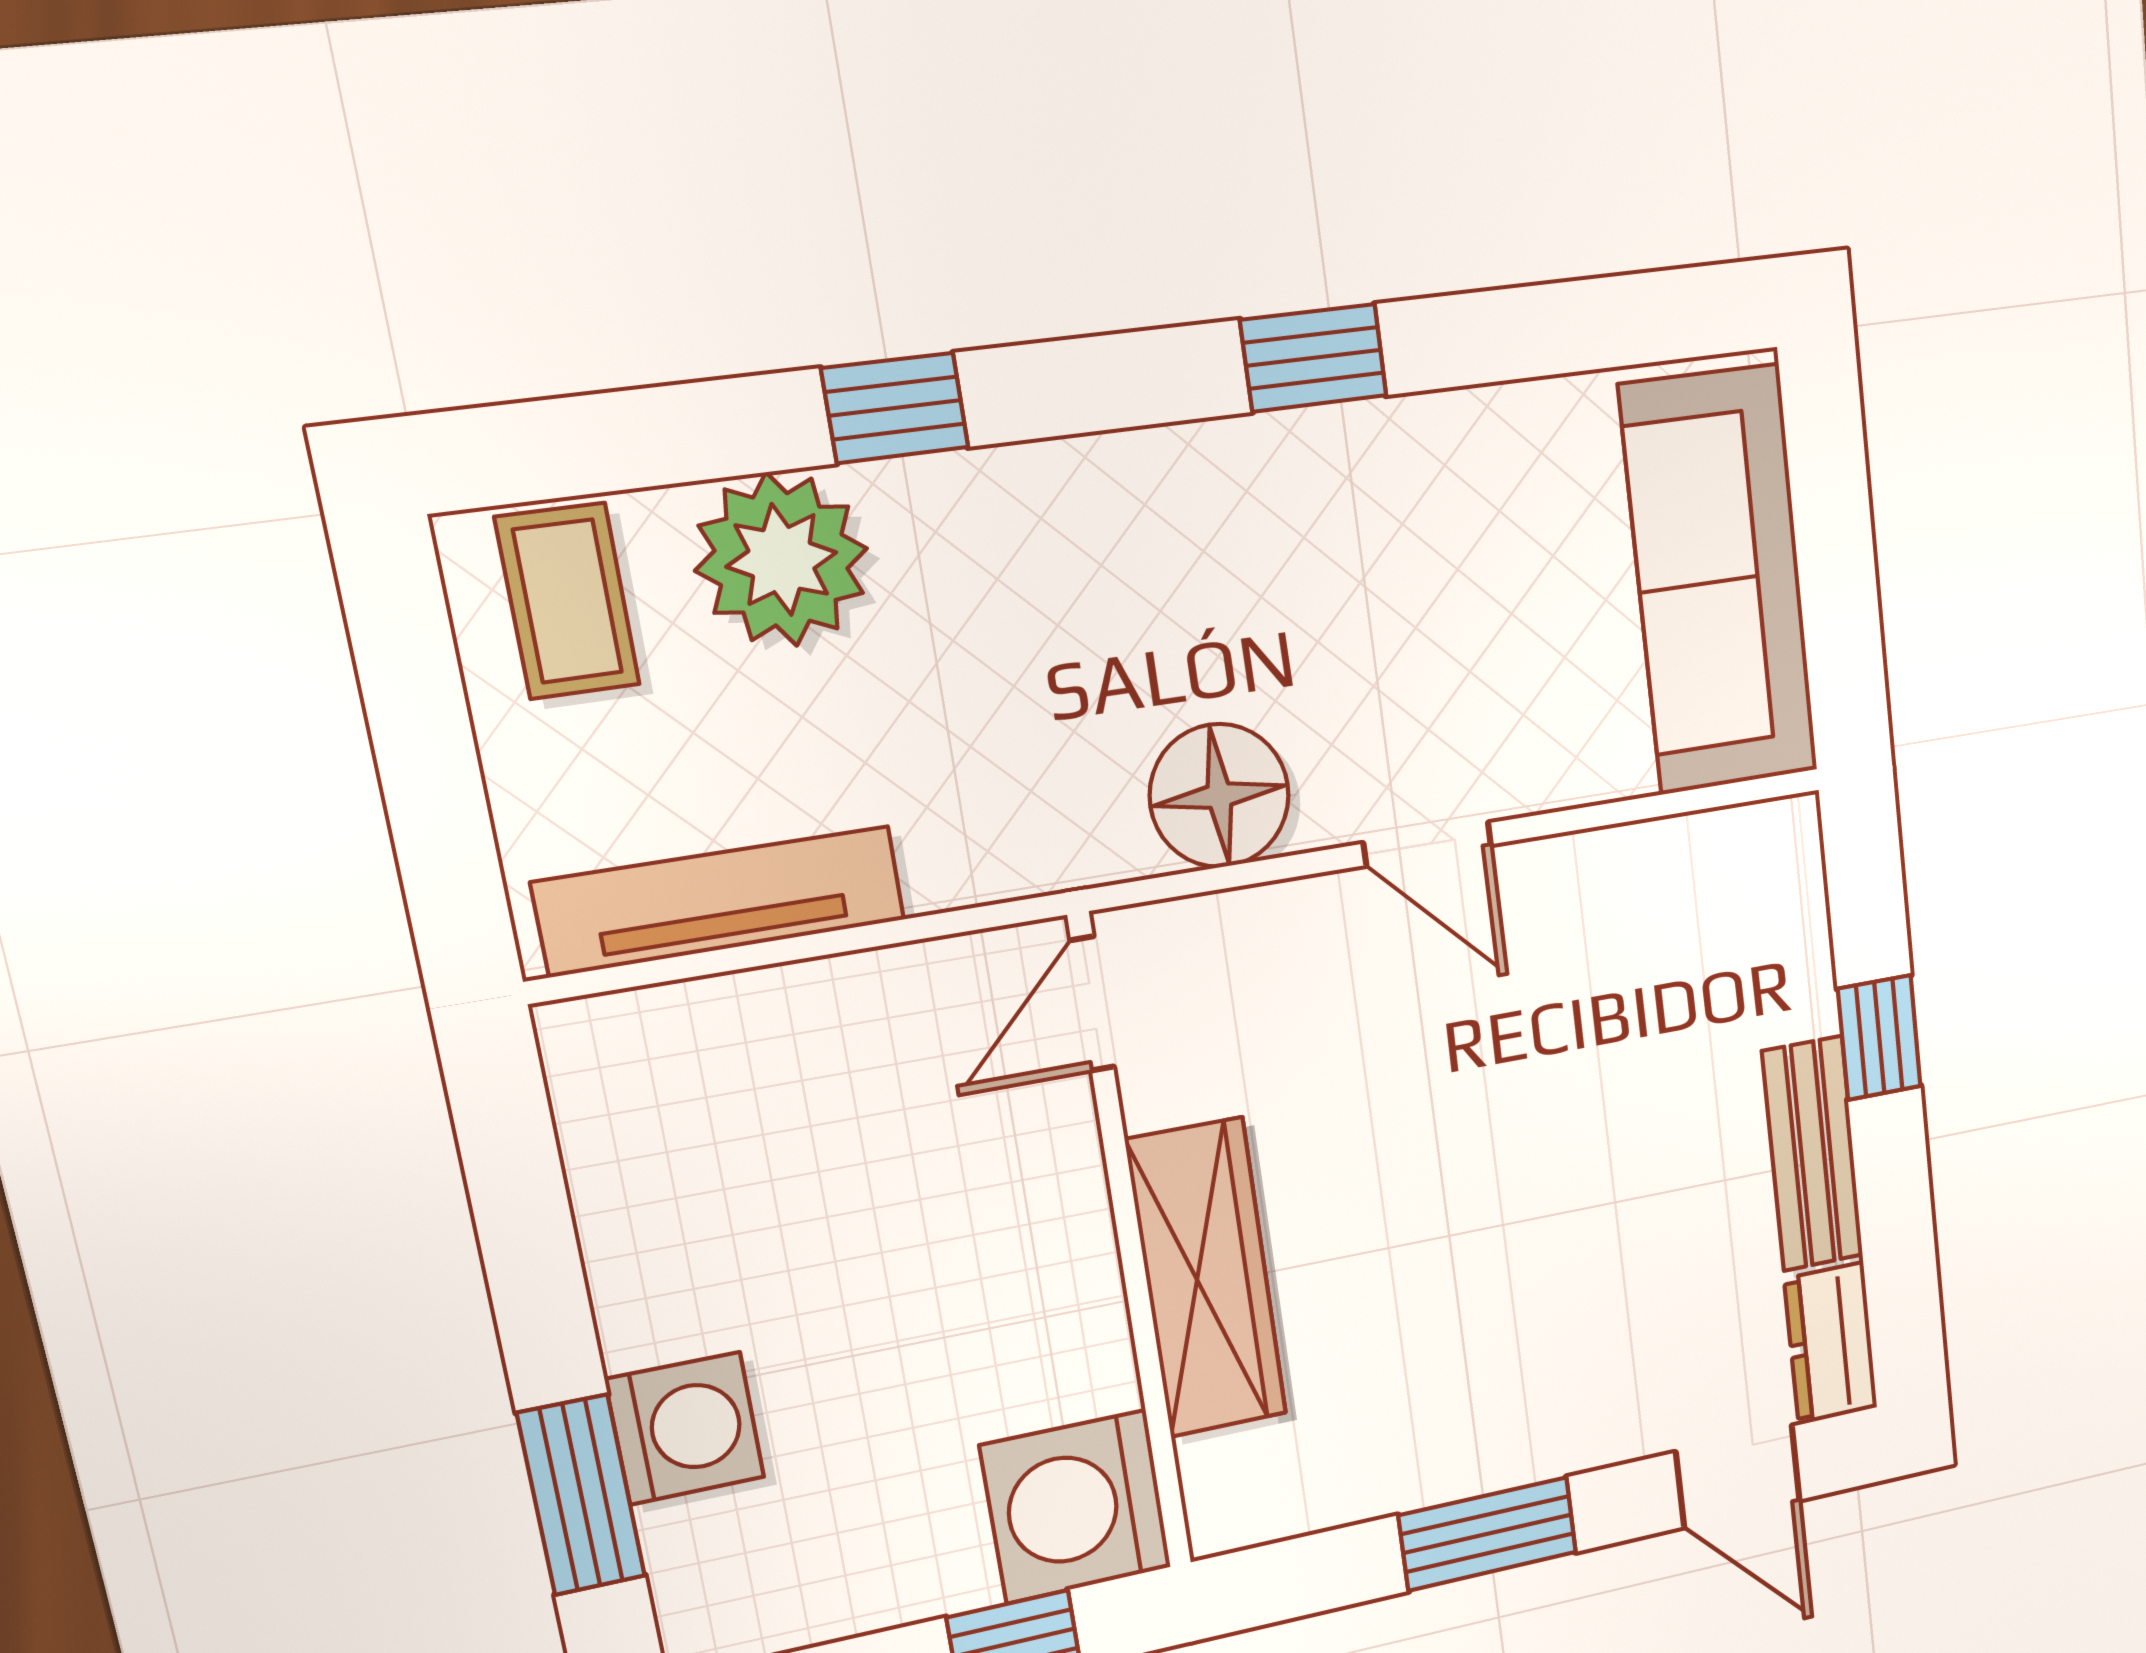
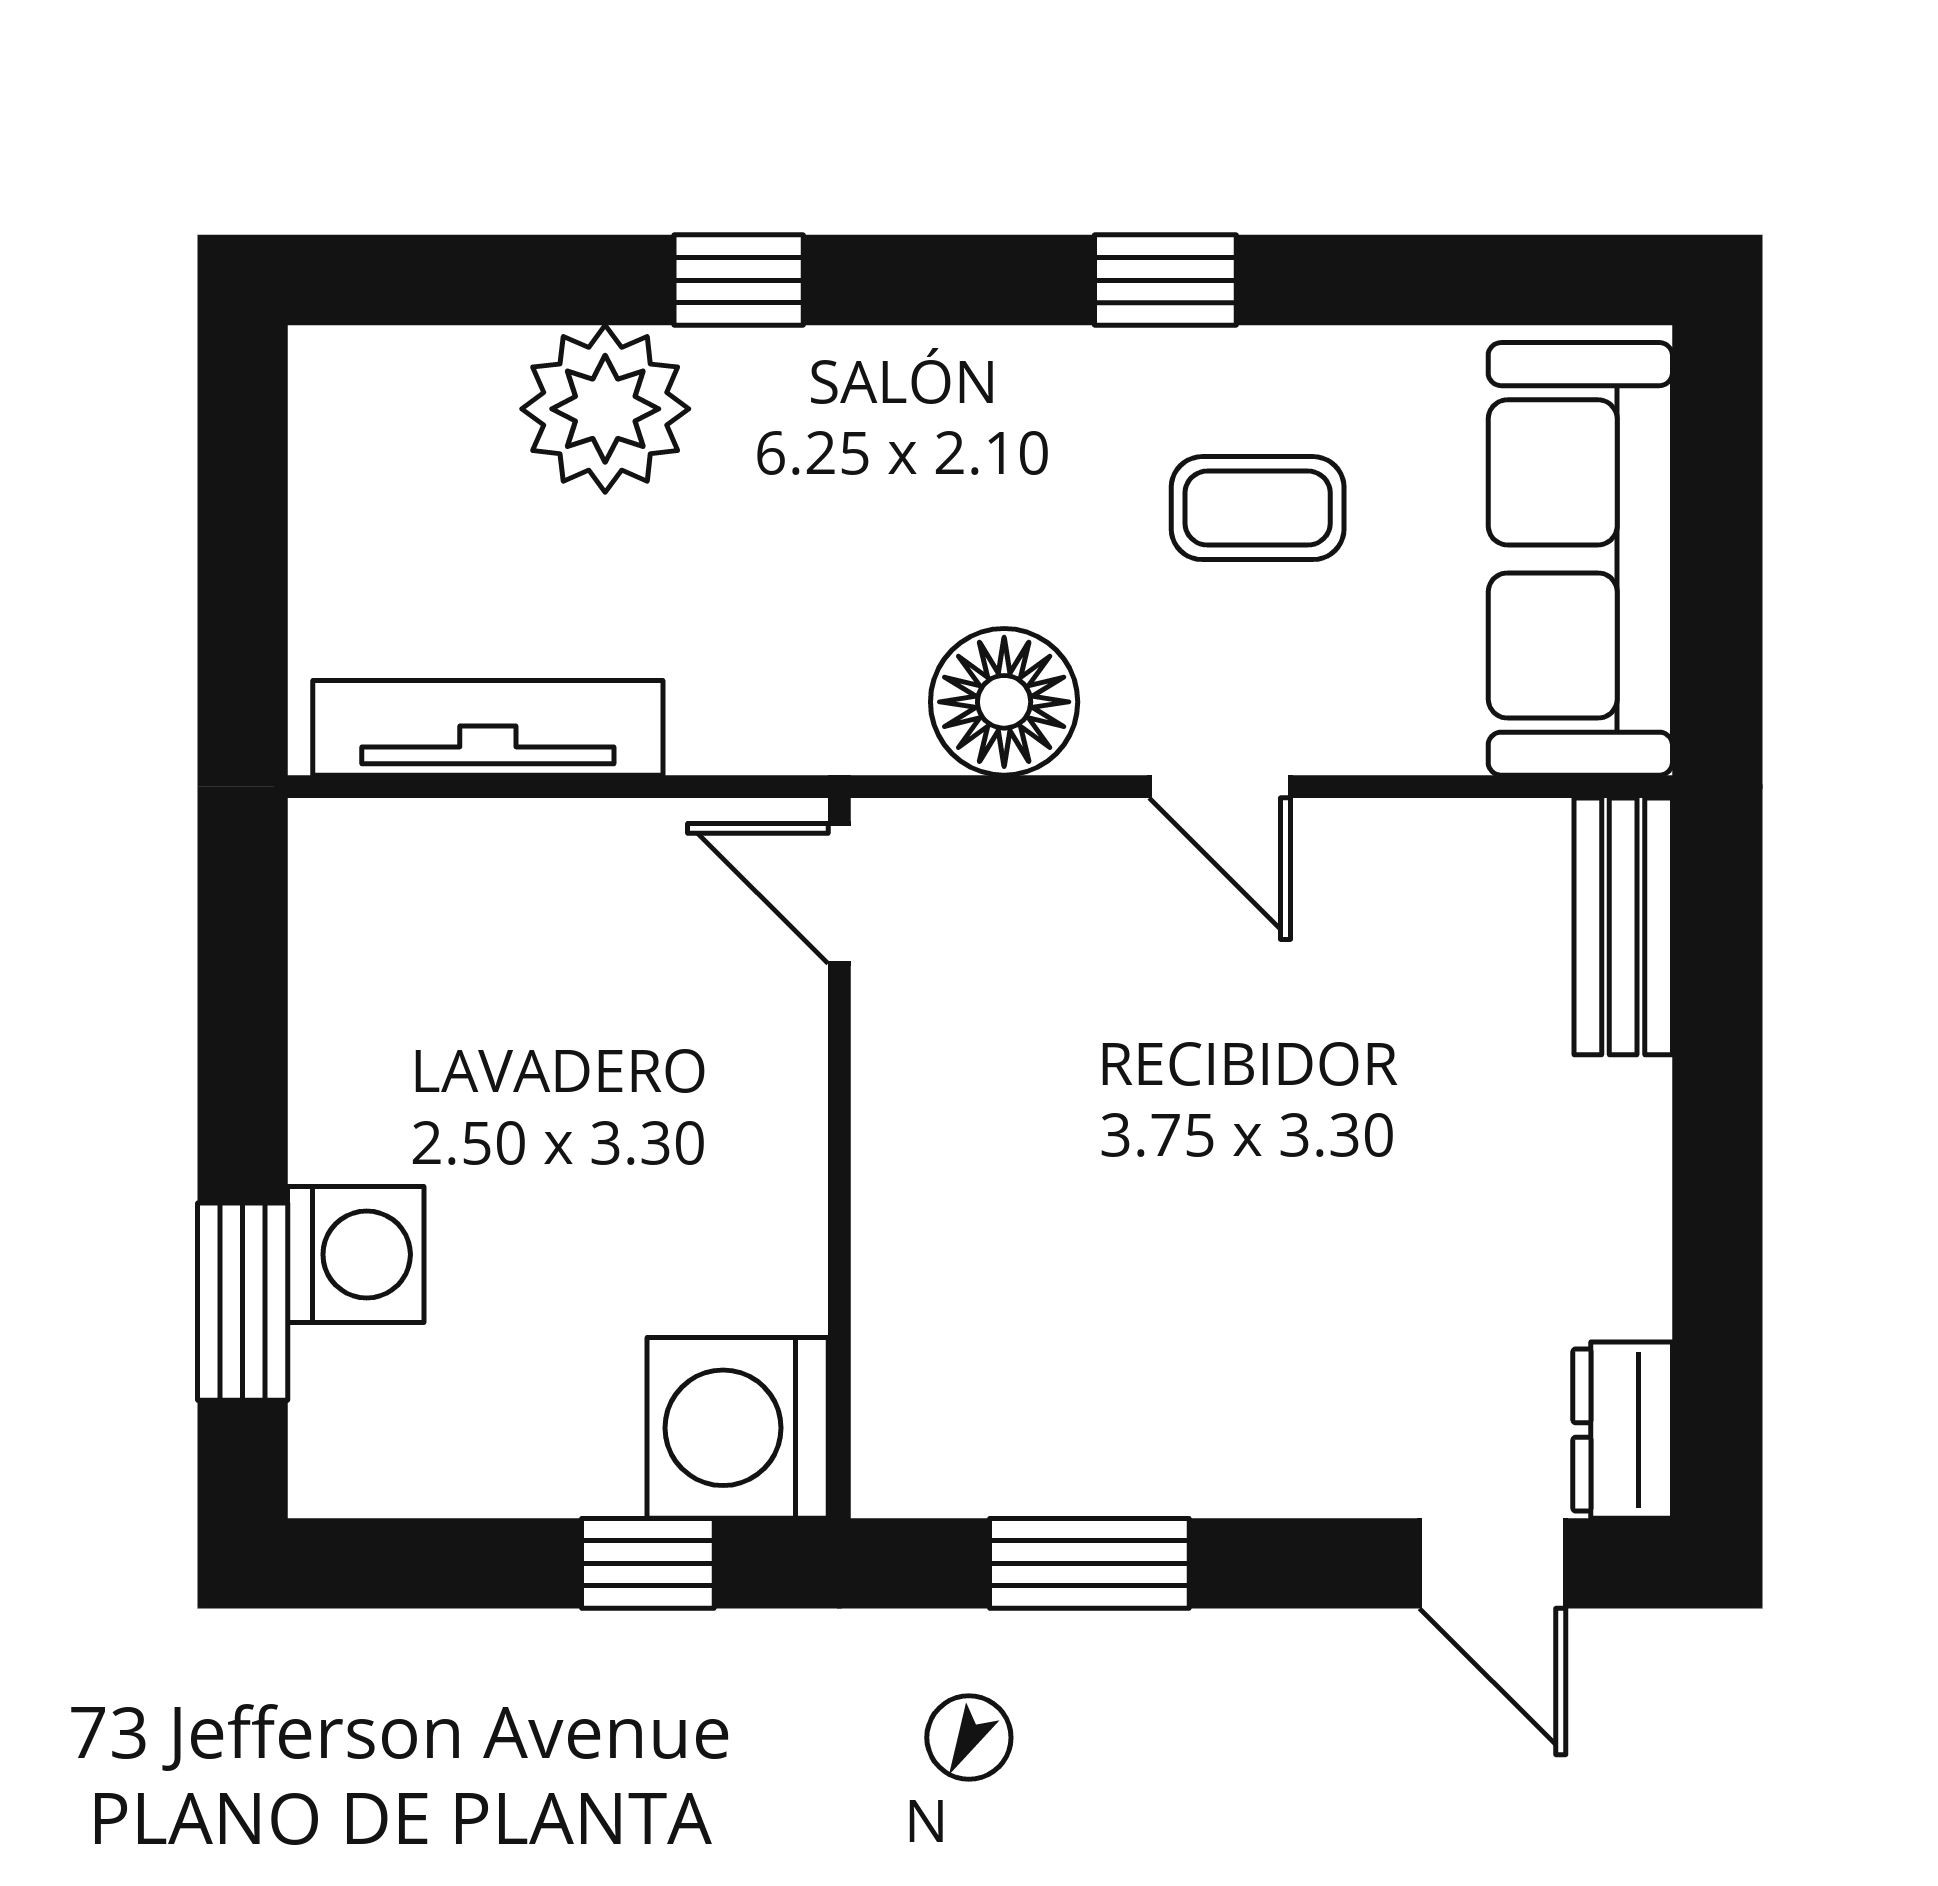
coffee table: (568, 601) -> (1258, 508), moved, turned 90
door: (1092, 1004) -> (839, 894), hinge flipped
window: (1879, 1038) -> (1717, 1086), removed
bench: (1813, 1154) -> (1623, 926), moved
wardrobe: (1206, 1278) -> (915, 1207), removed
window: (1488, 1534) -> (1089, 1563), moved

